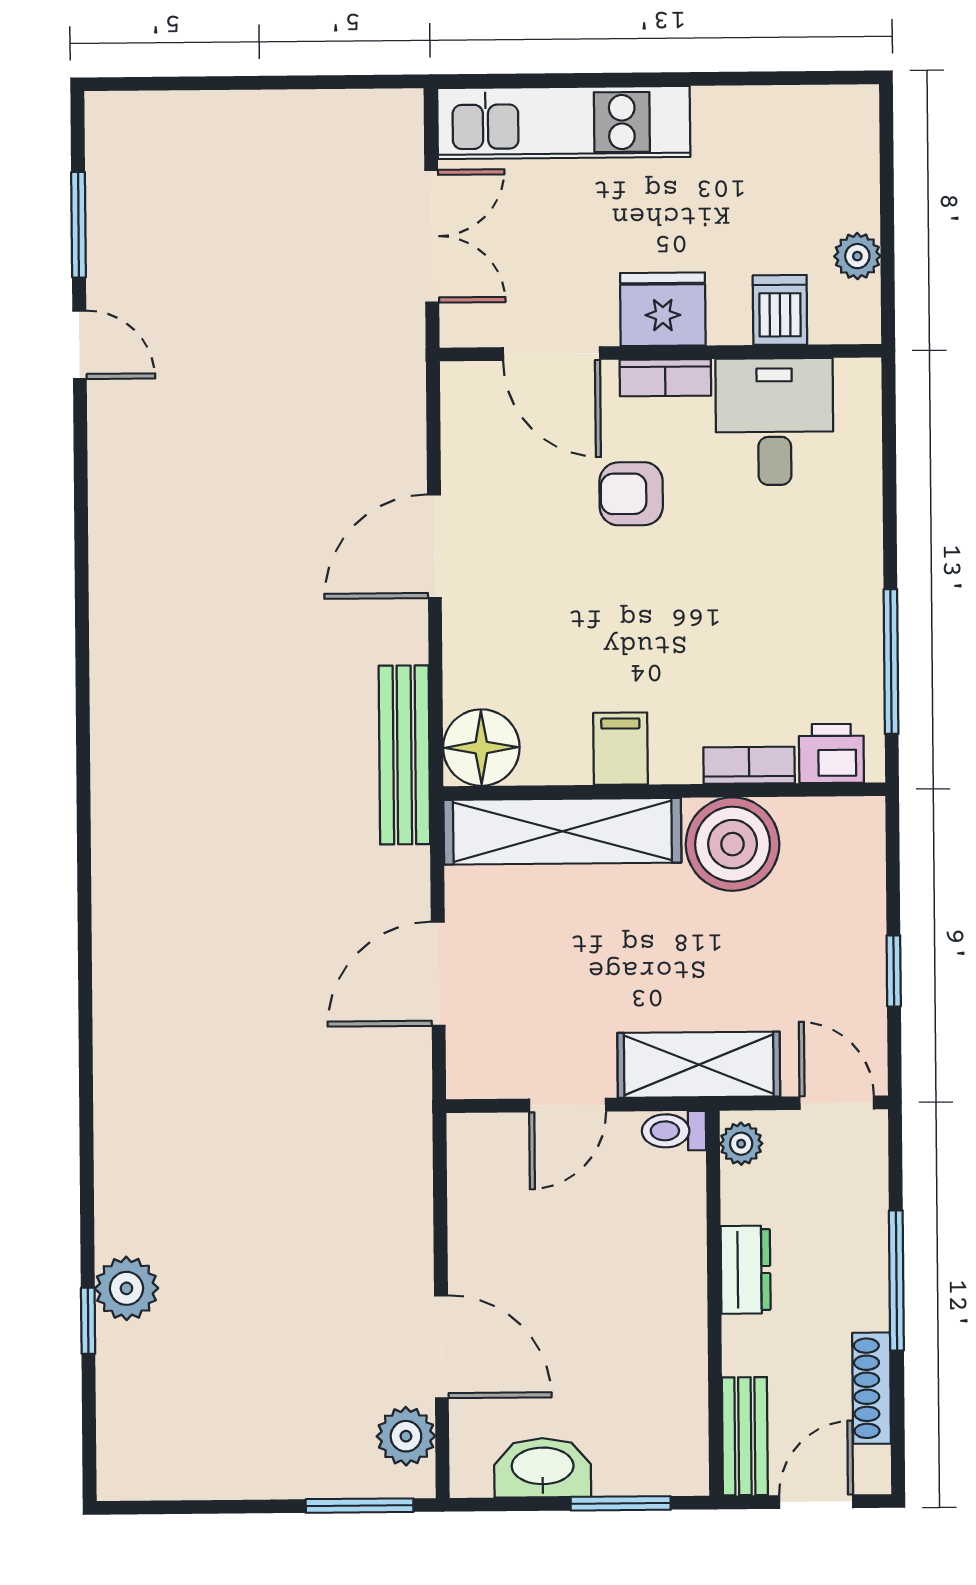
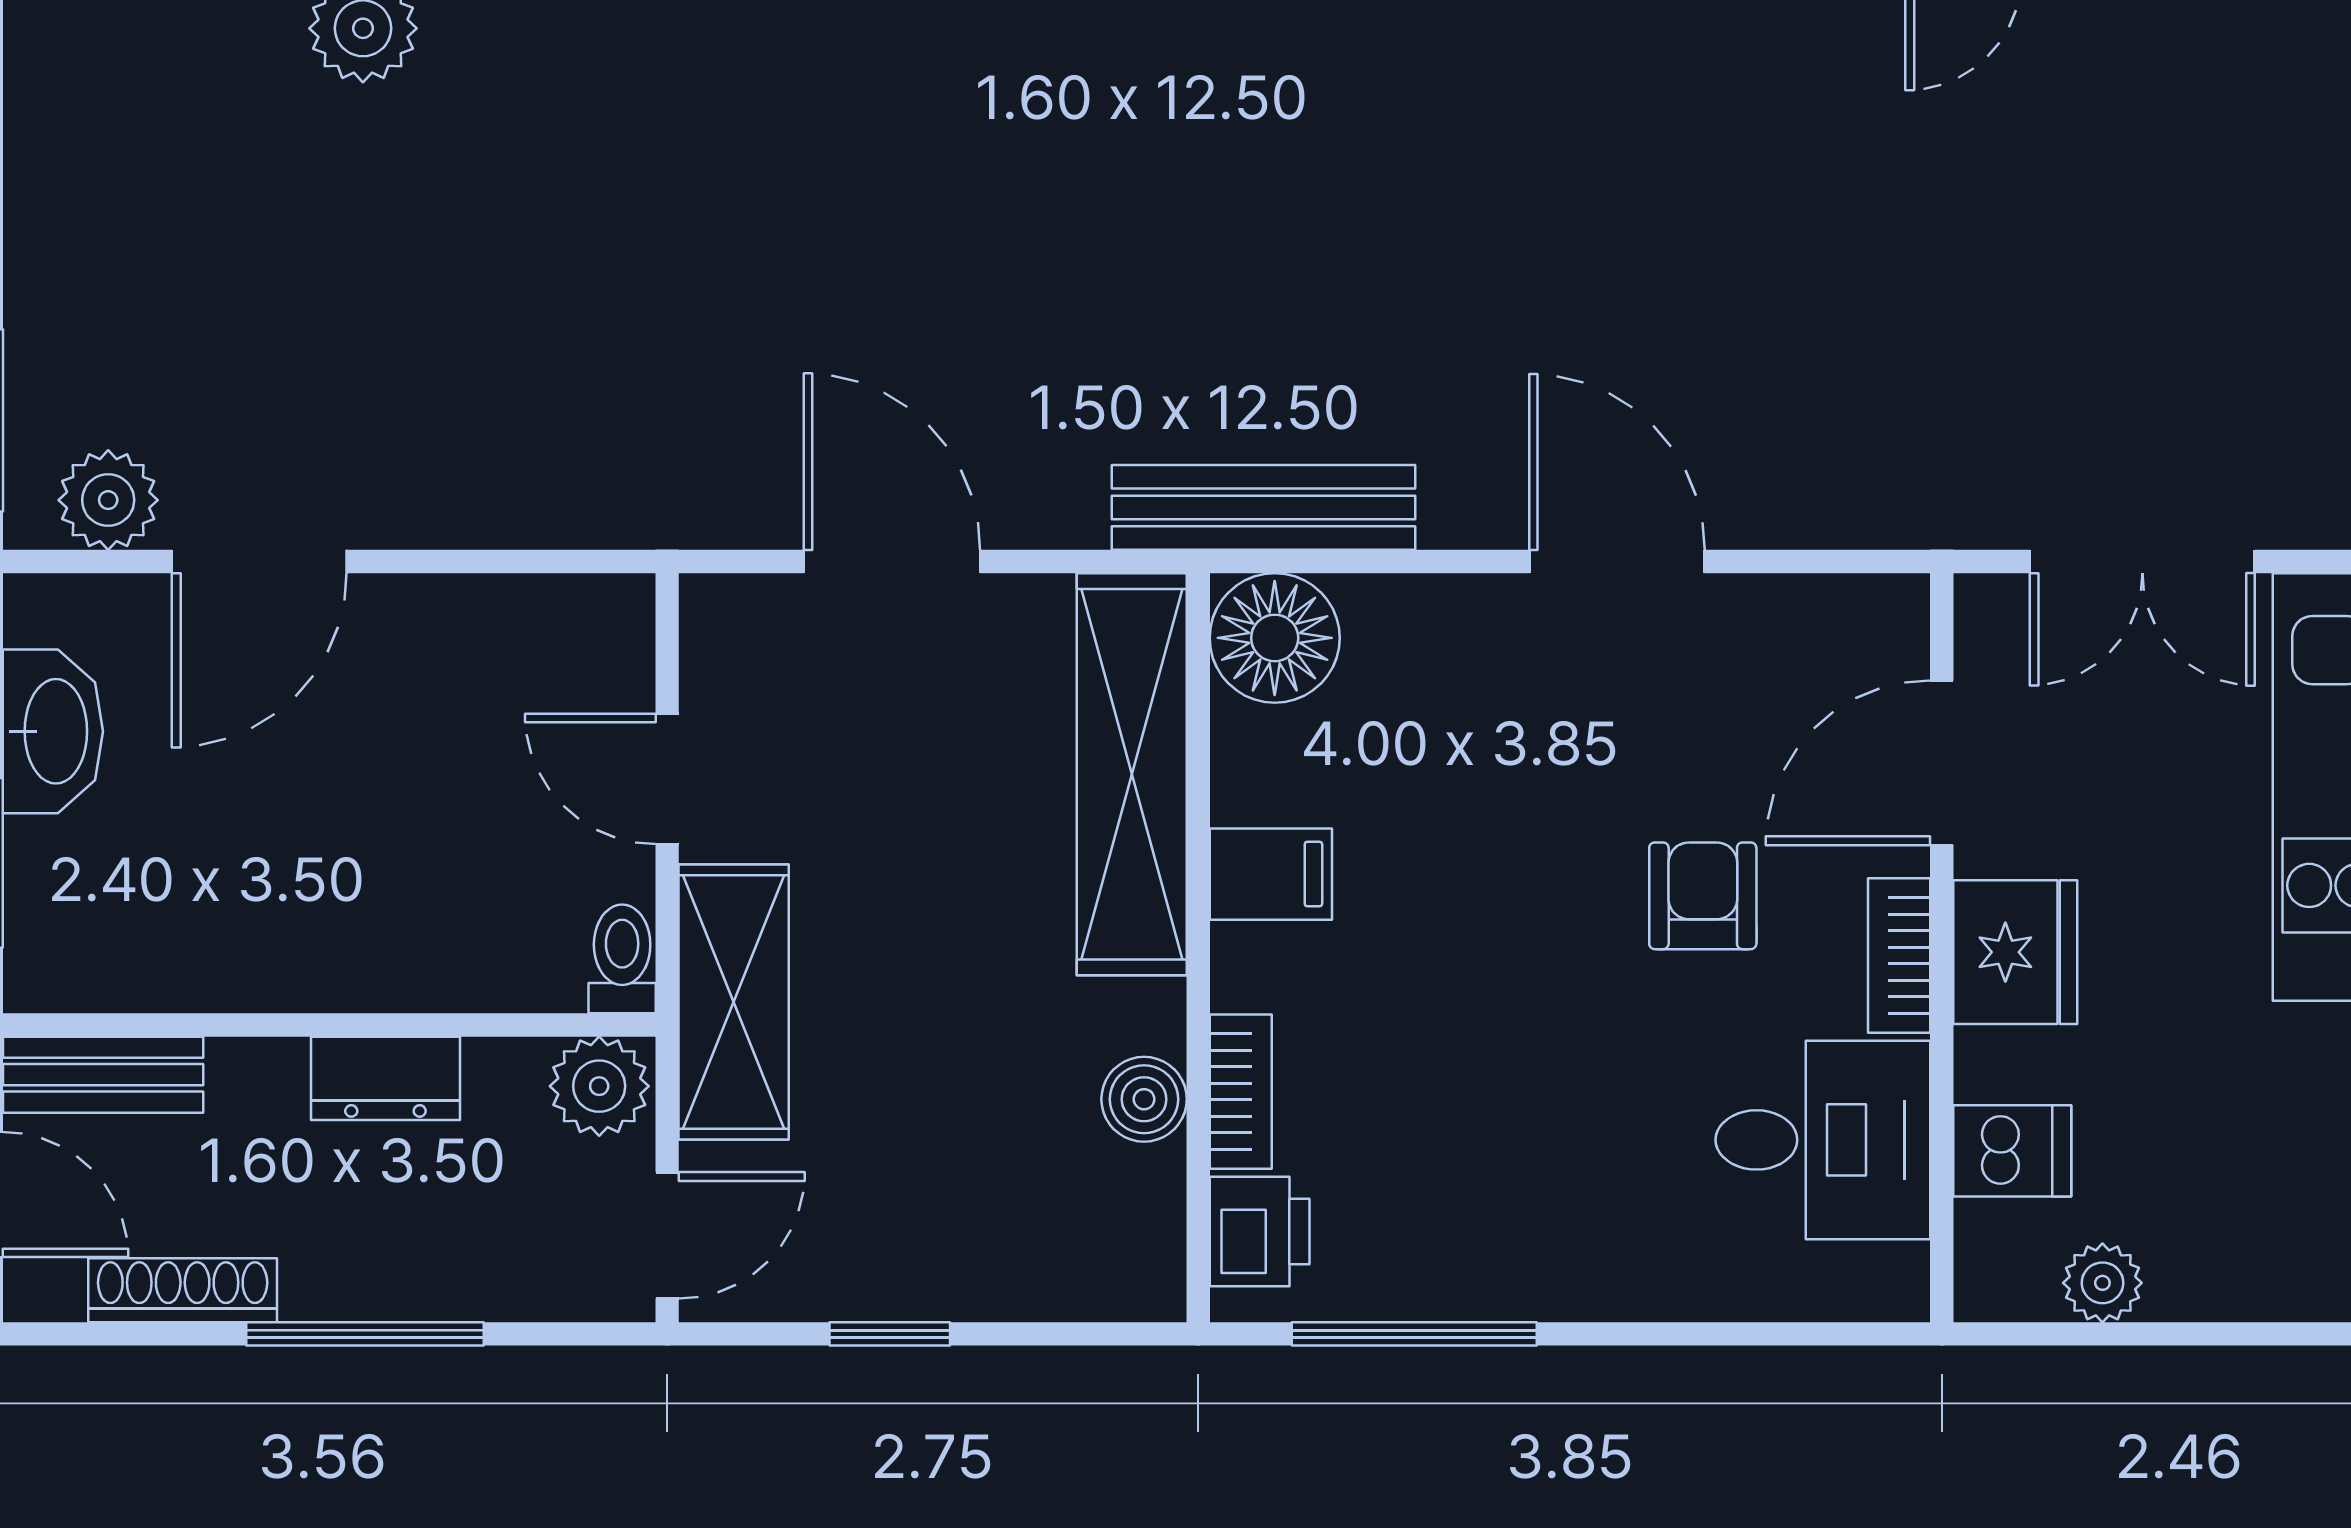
boiler: (733, 844) -> (1144, 1099), width x0.54, depth x0.54
plant: (741, 1144) -> (599, 1086), width x1.38, depth x1.38

